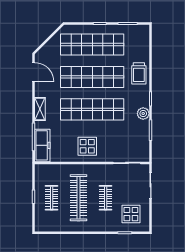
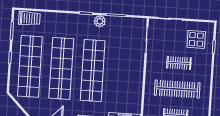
trolley: (139, 73) -> (29, 18), moved
display table: (87, 146) -> (128, 77), removed

